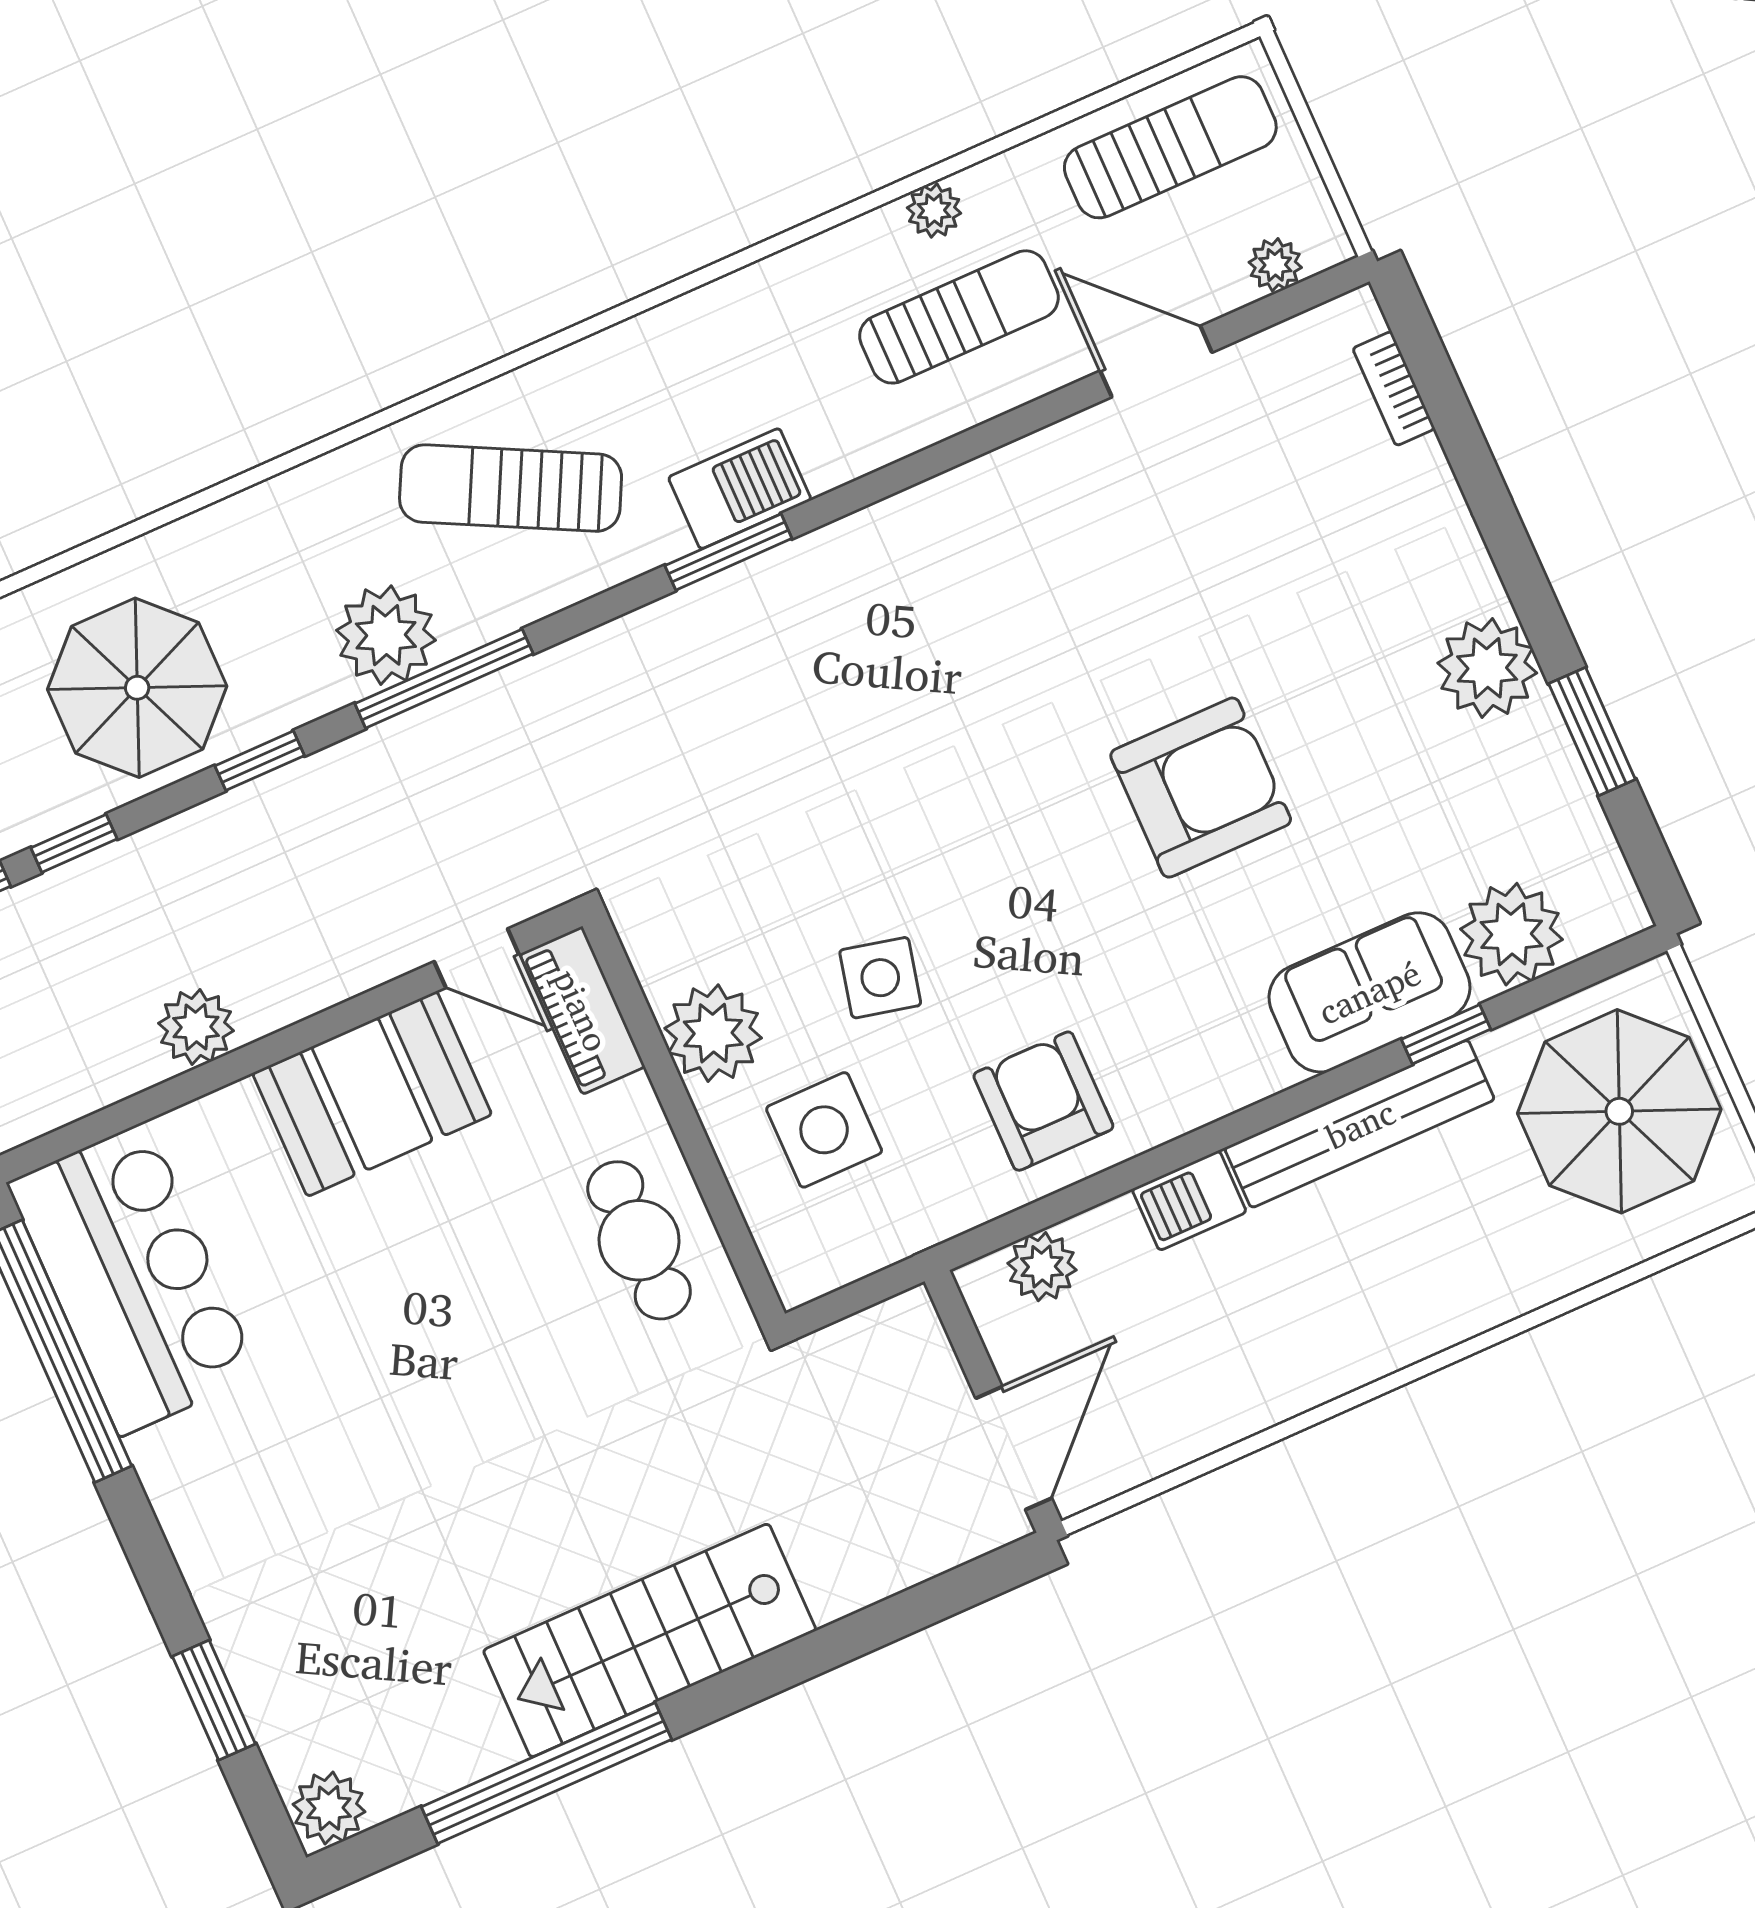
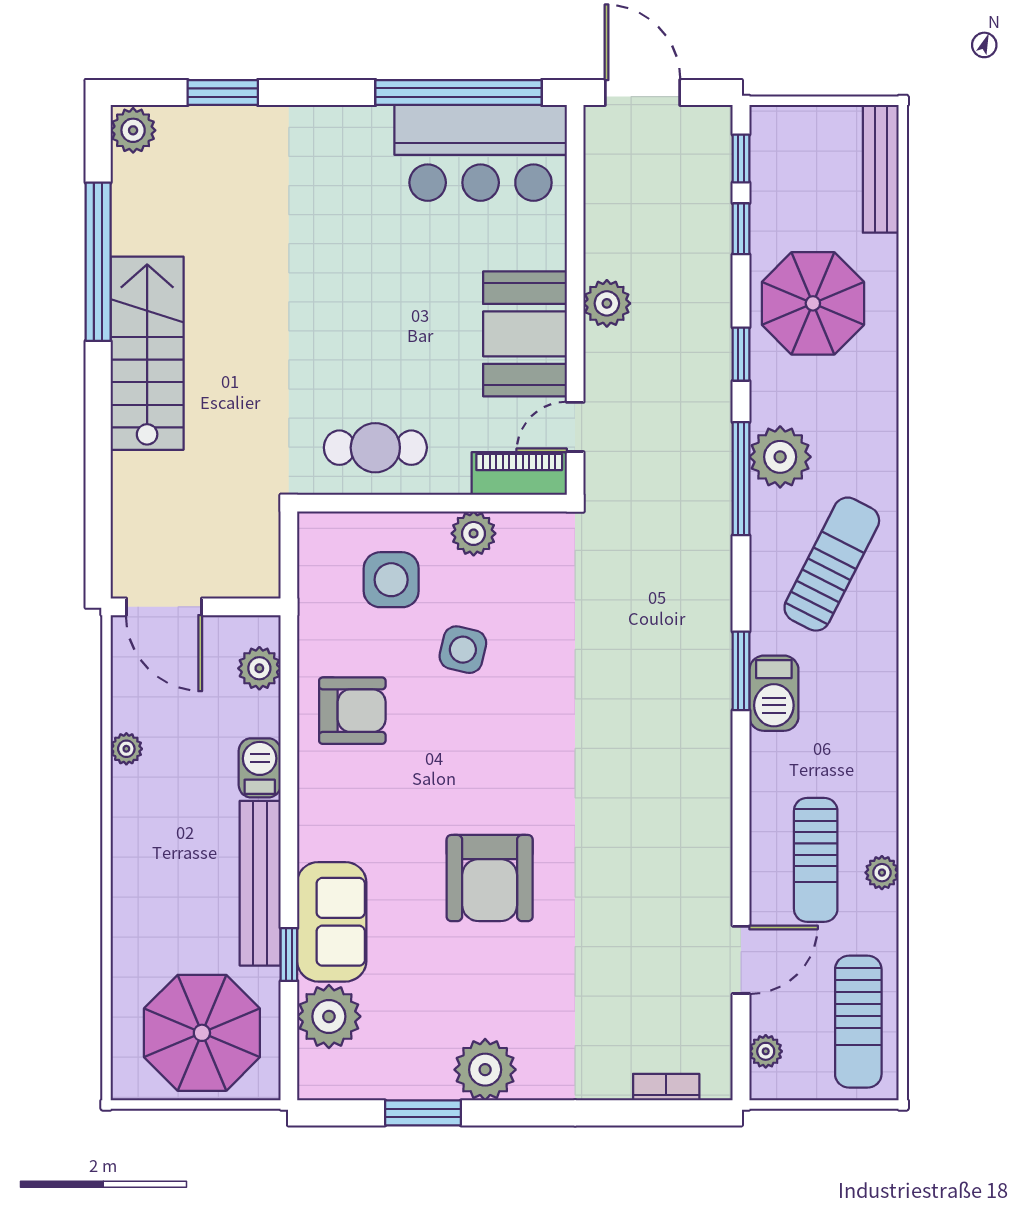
plant: (196, 1027) -> (607, 303), moved
plant: (713, 1033) -> (474, 533), width x0.73, depth x0.73
plant: (1249, 1410) -> (126, 749), added

